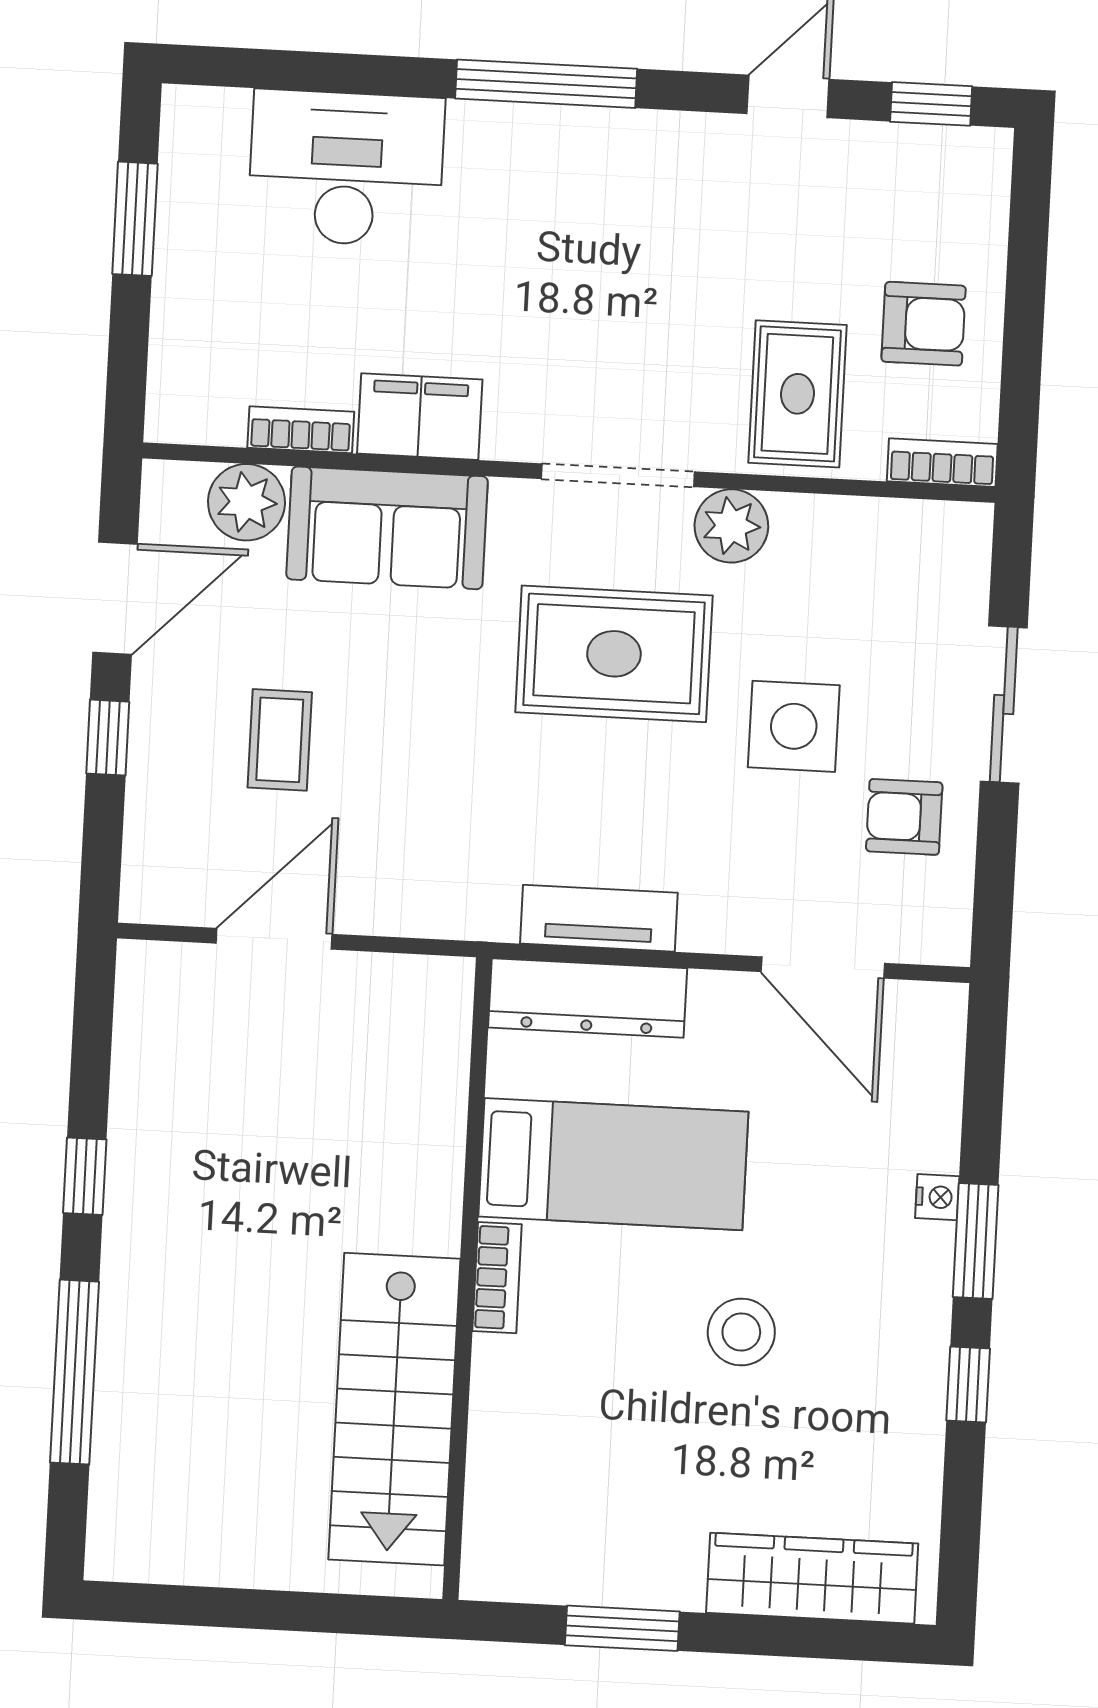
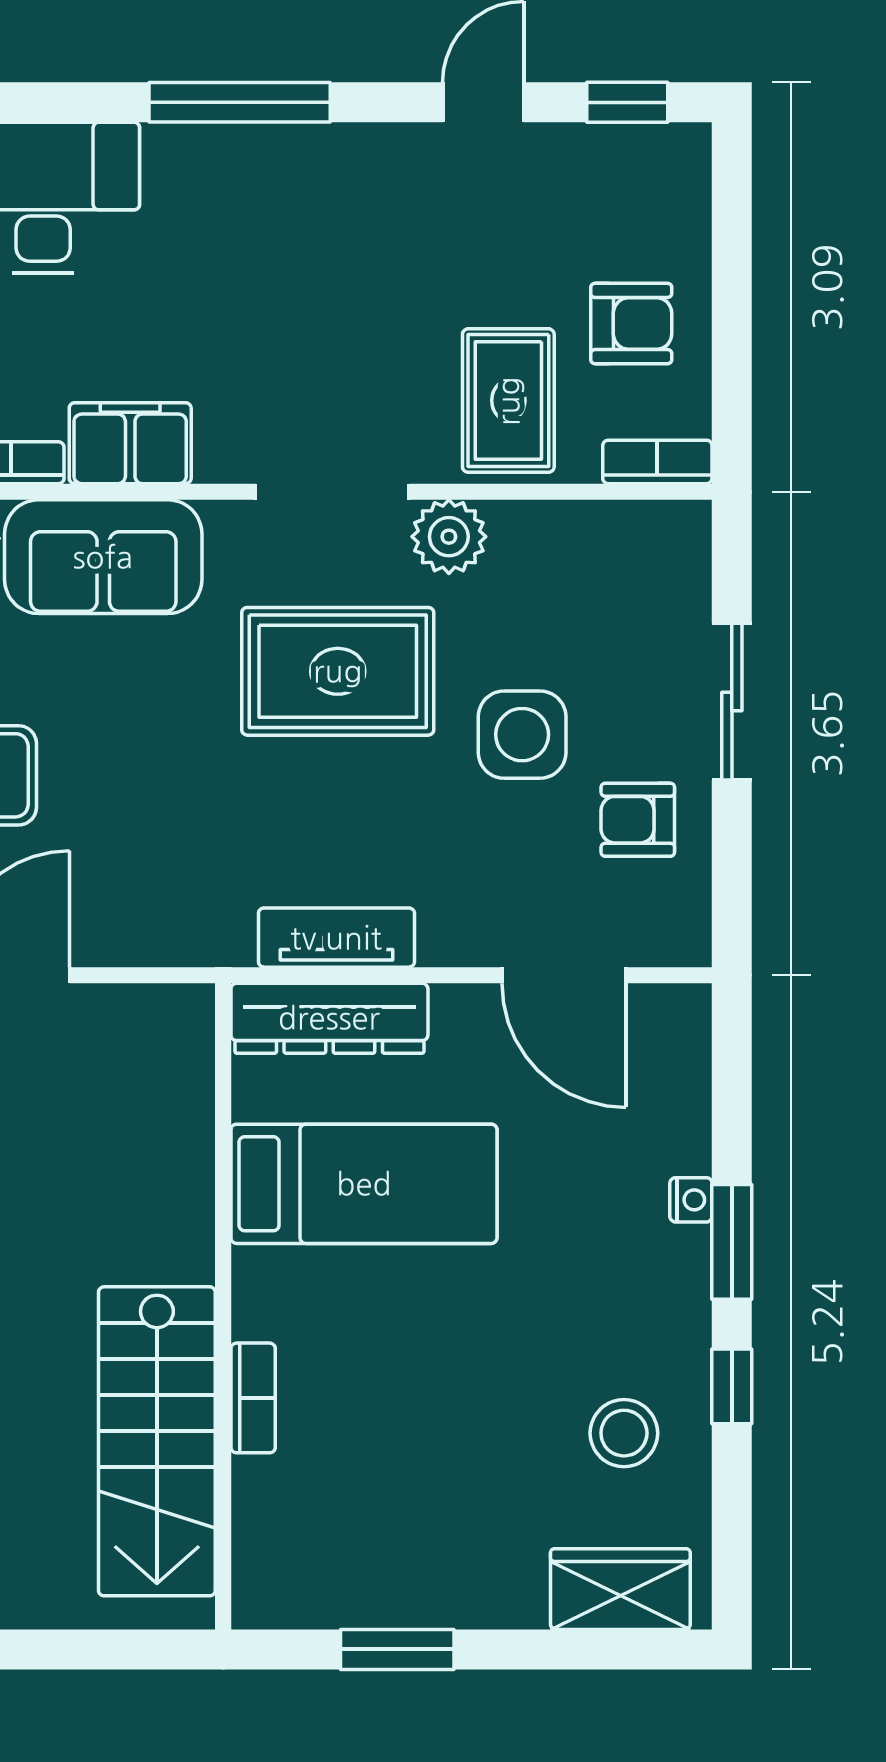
bookcase: (497, 1278) -> (253, 1398), moved
stool: (741, 1332) -> (624, 1433), moved
wardrobe: (812, 1578) -> (620, 1589), width x0.67

